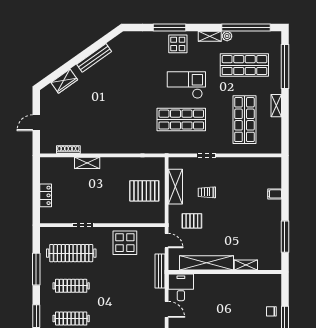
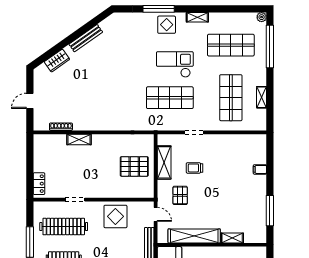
window: (246, 27) -> (232, 9), removed
plant: (227, 36) -> (262, 17), moved
shelving: (276, 106) -> (262, 97), moved
locker: (46, 195) -> (39, 184), moved
pallet: (192, 221) -> (180, 195), turned 90

